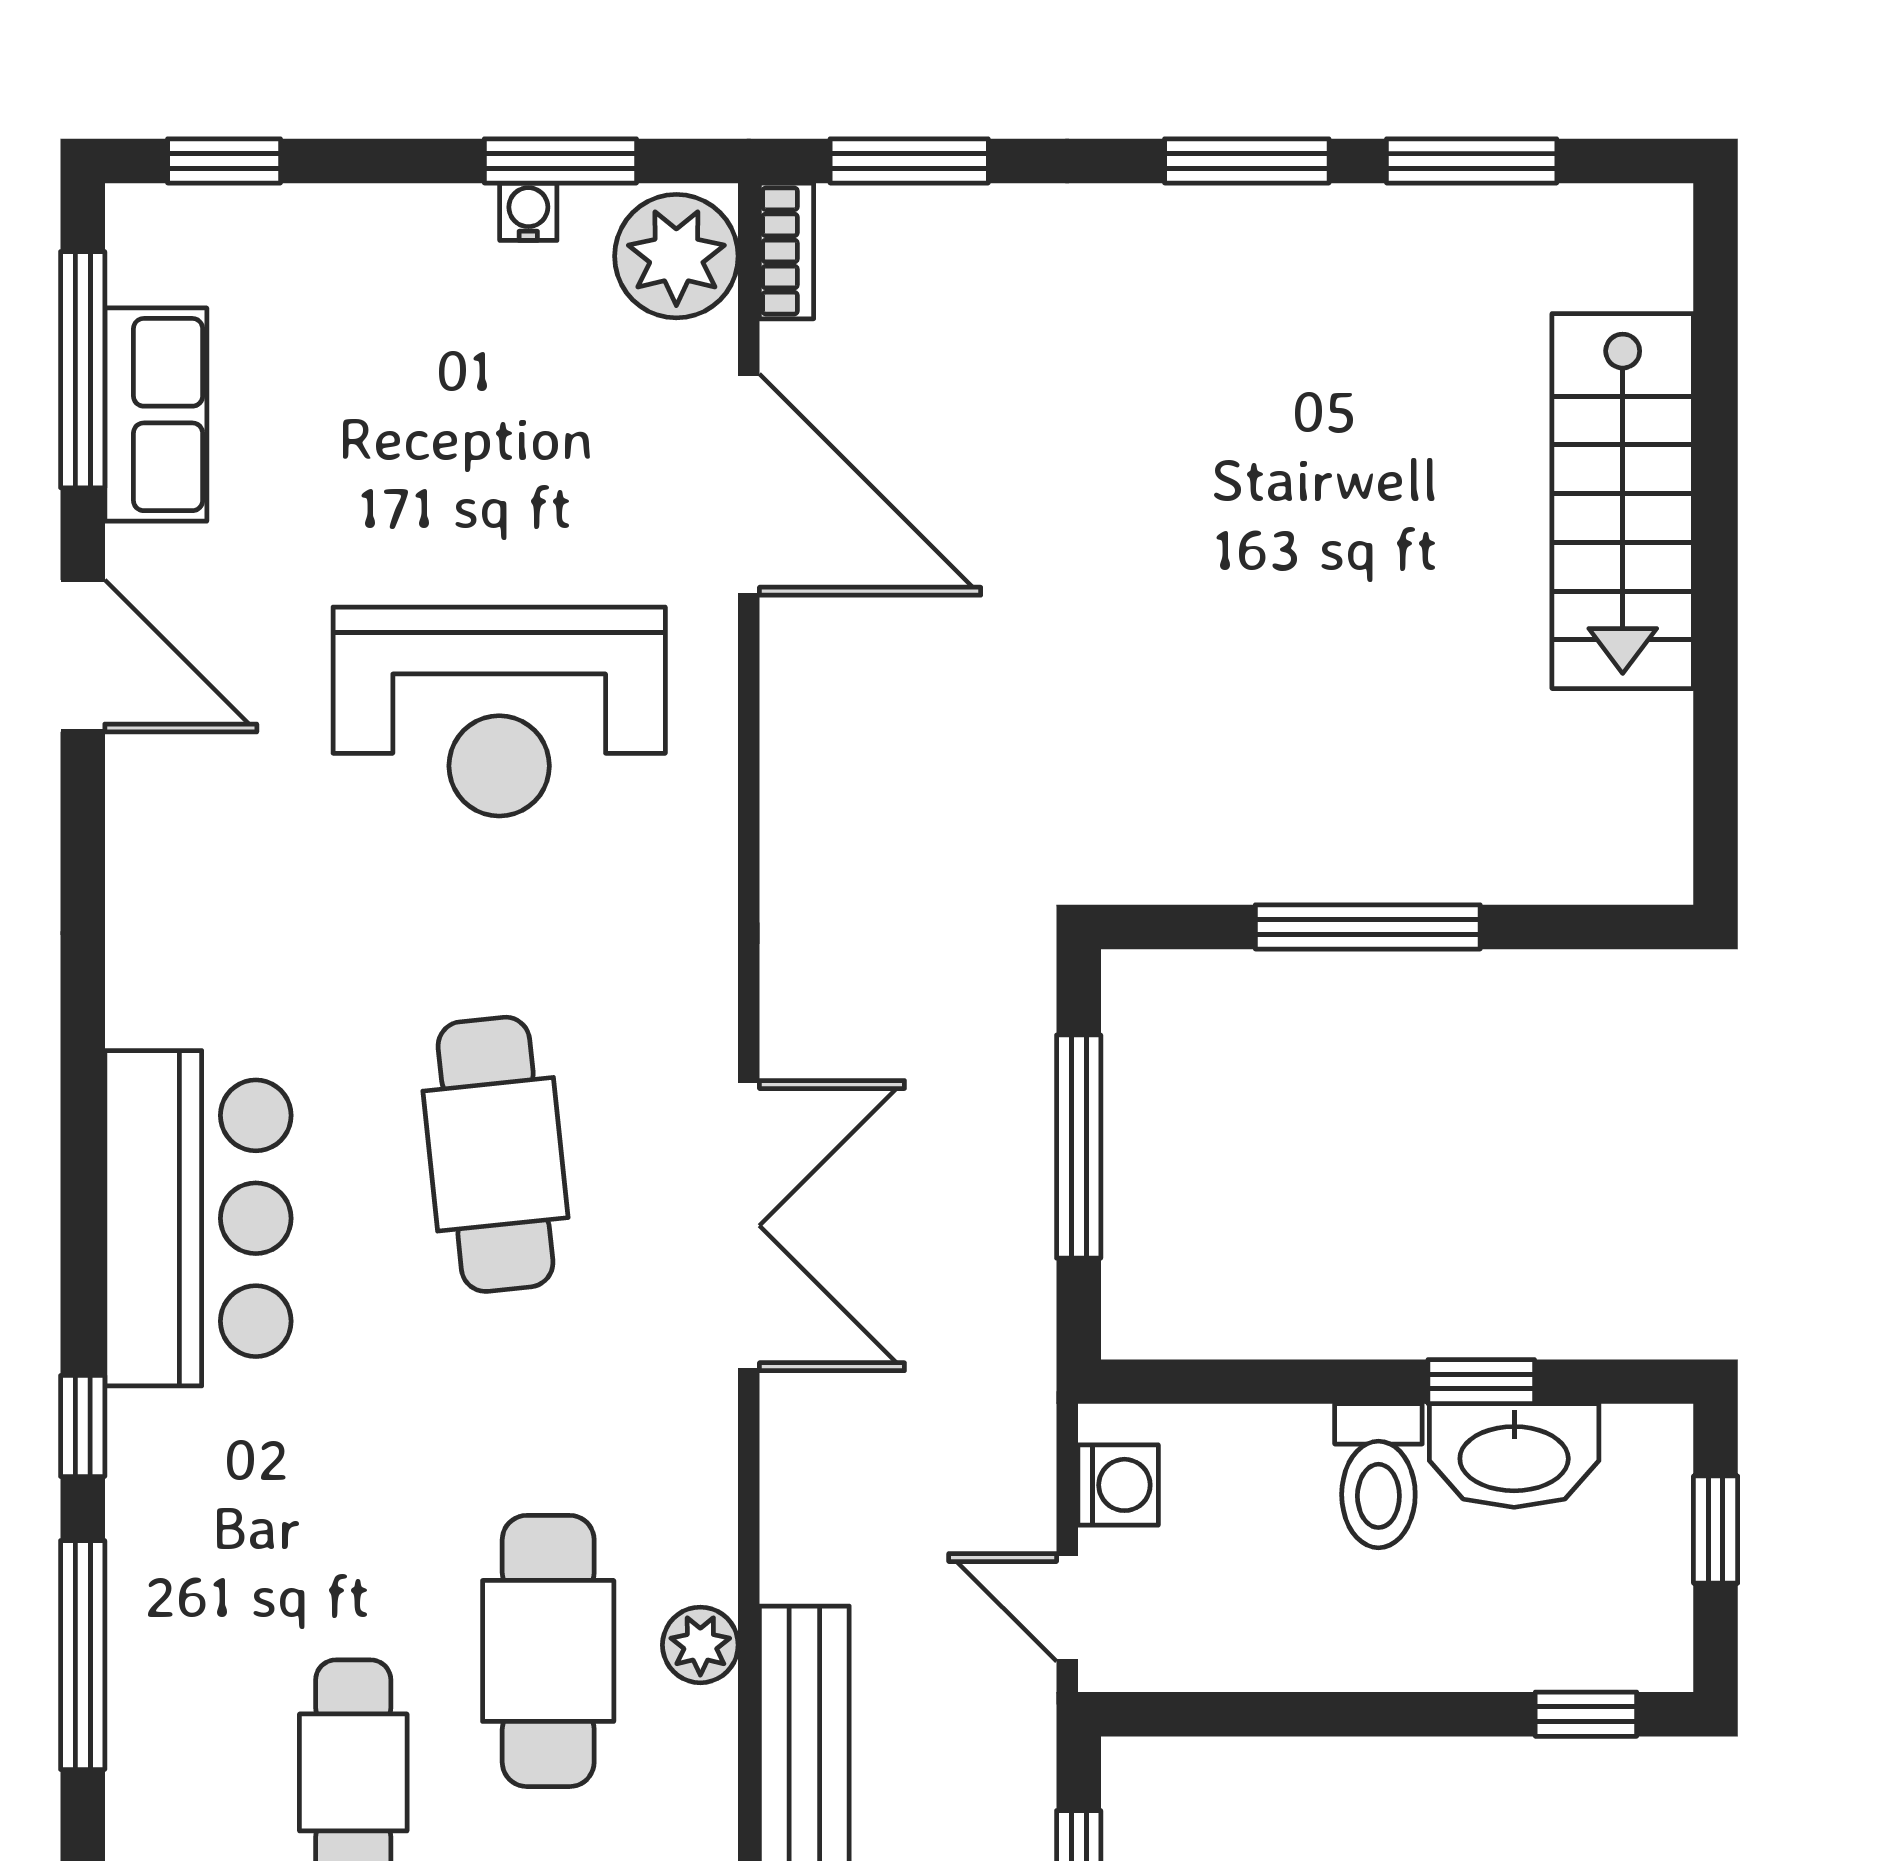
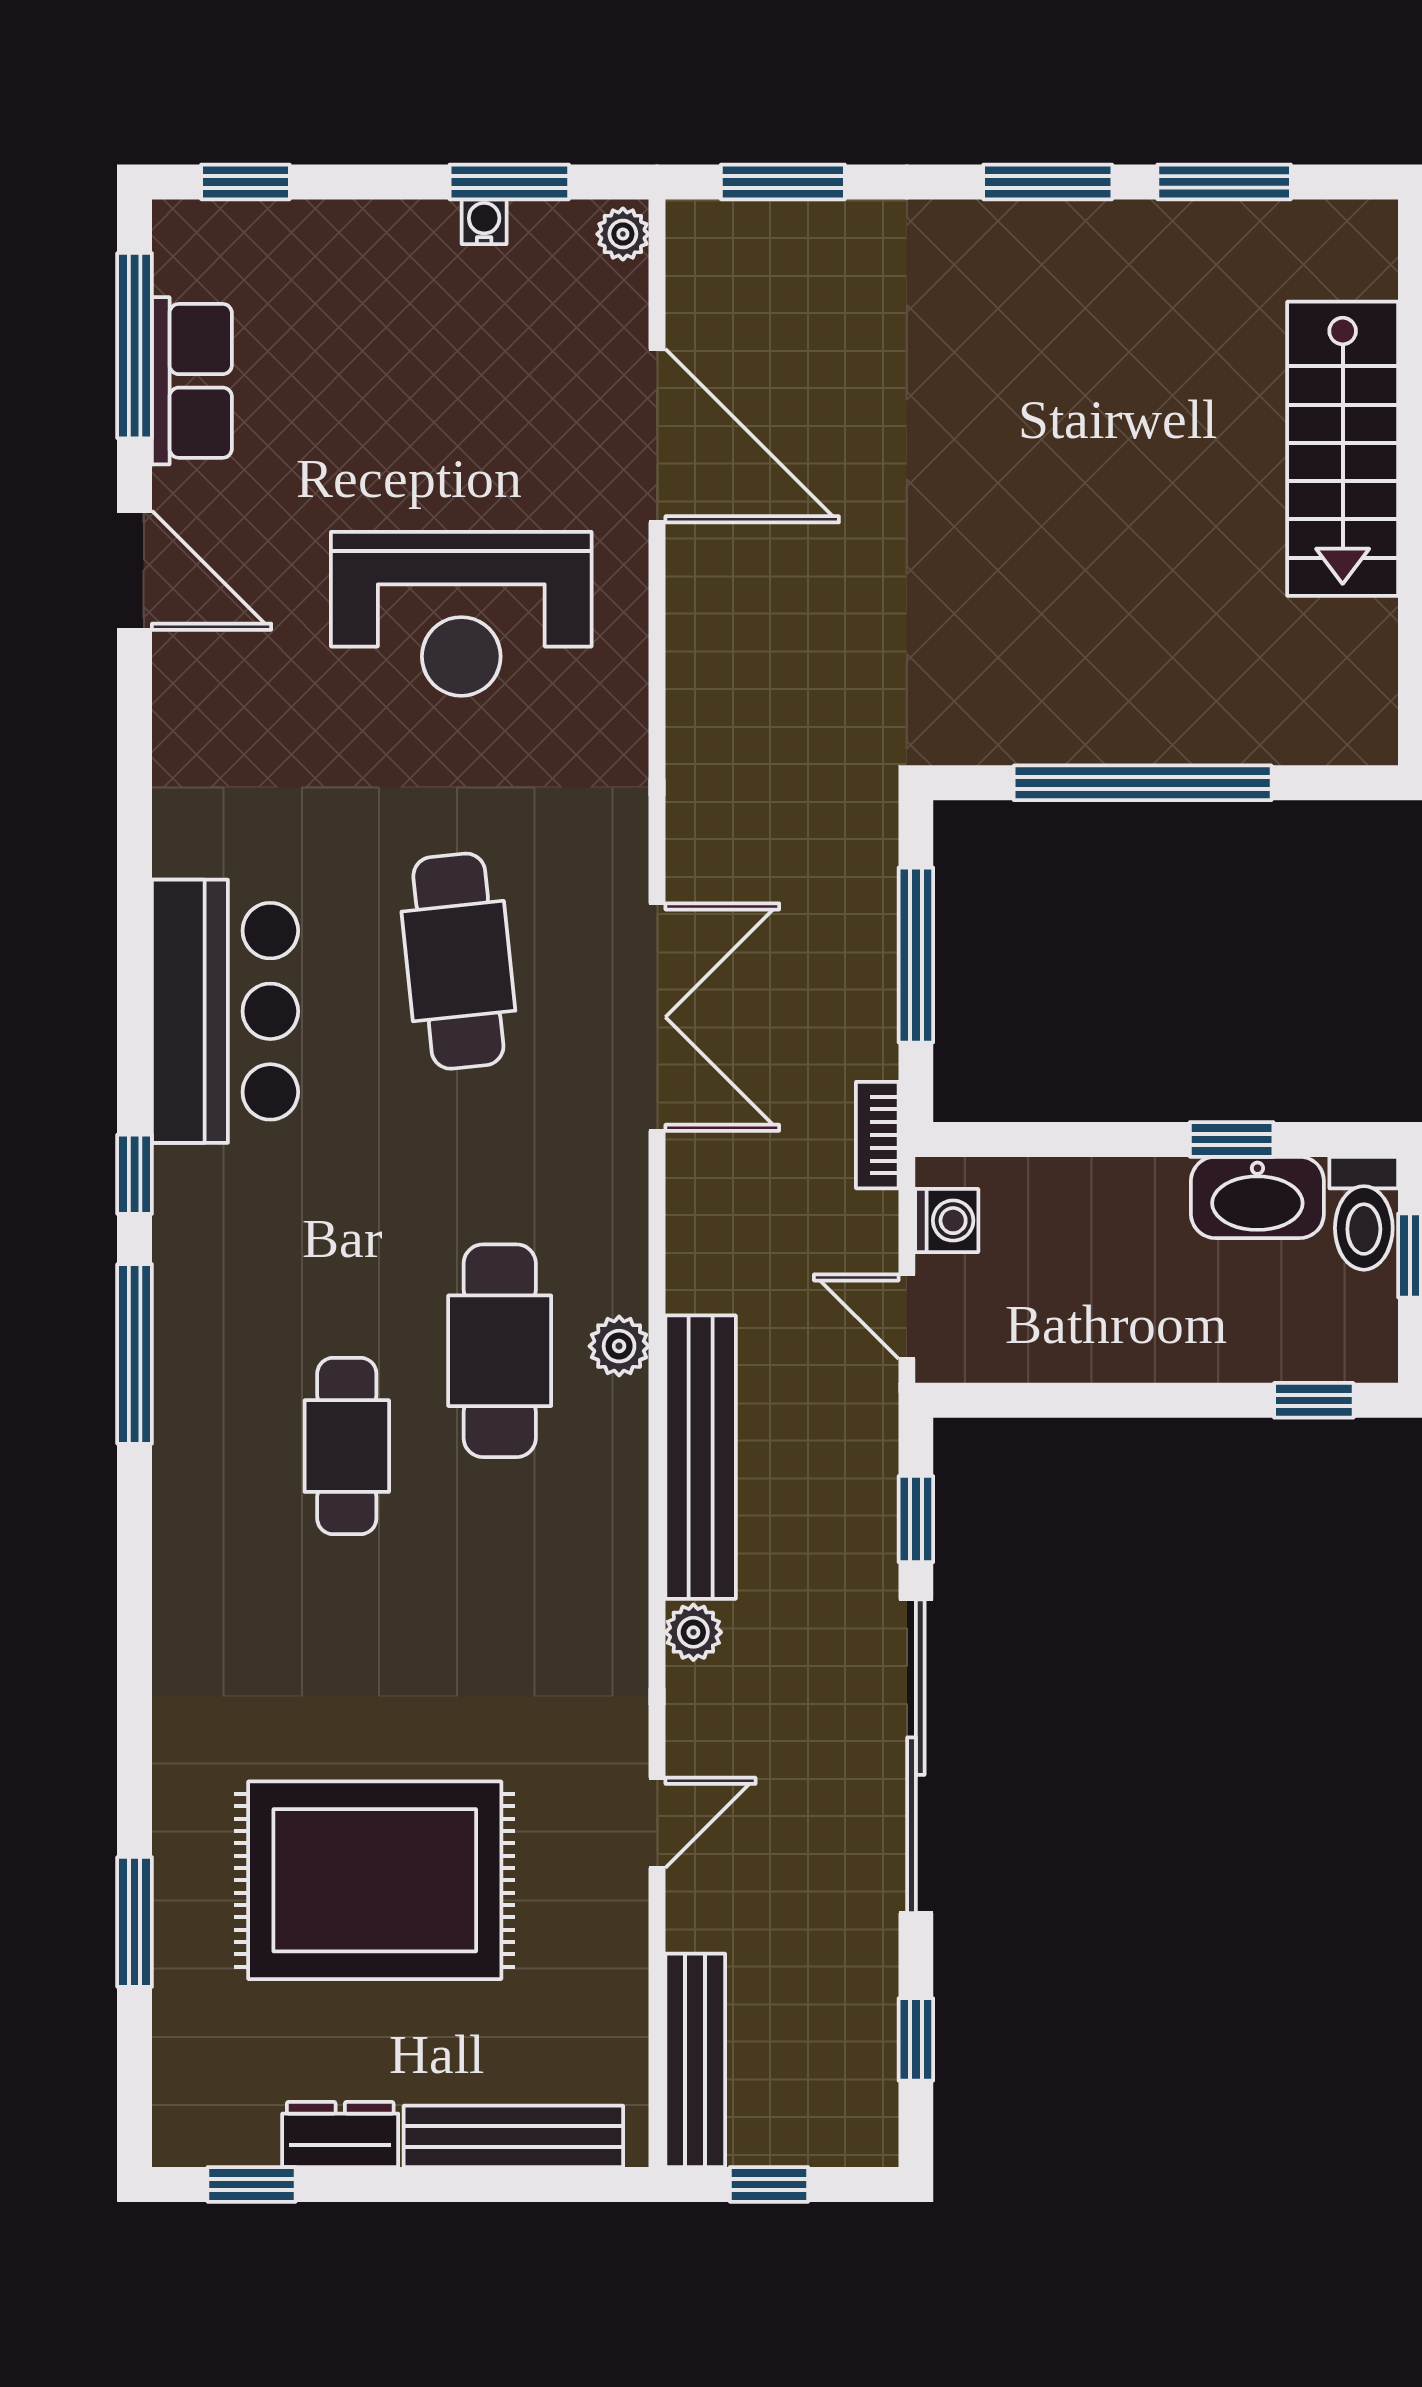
bookcase: (787, 251) -> (877, 1135), moved, turned 180
plant: (676, 256) -> (623, 234), width x0.53, depth x0.53
window: (1368, 927) -> (1143, 783), width x1.46
toilet: (1378, 1476) -> (1364, 1213), moved

